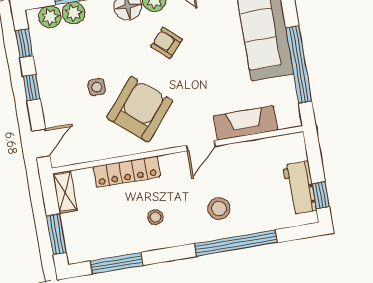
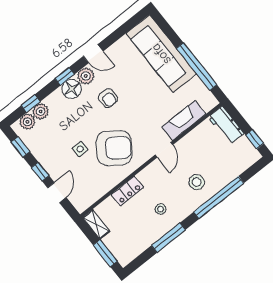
armchair: (167, 43) -> (108, 98), turned -132
armchair: (140, 109) -> (114, 148), turned 85
door: (41, 143) -> (57, 193), moved
locker: (127, 172) -> (127, 191), width x0.66
workbench: (300, 188) -> (226, 125), moved
window: (117, 263) -> (168, 238), moved

